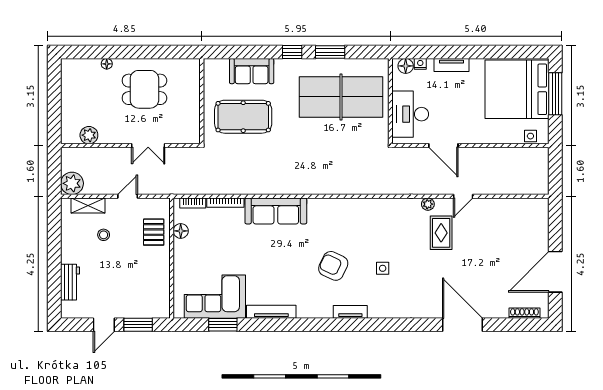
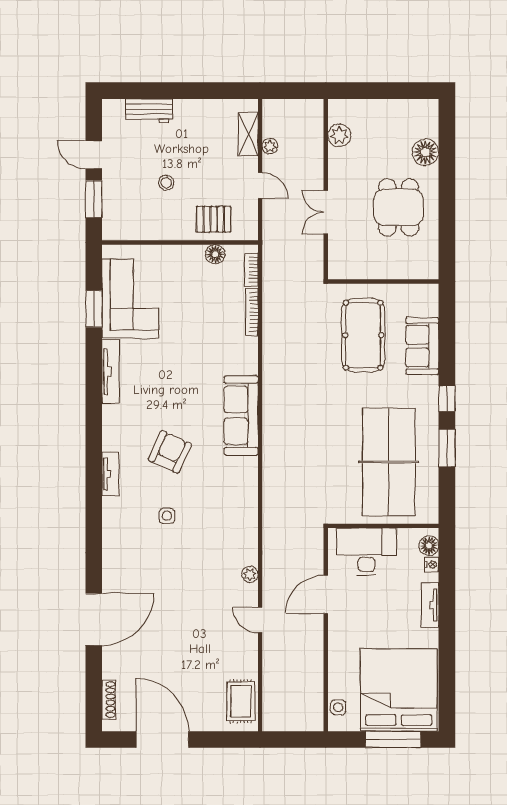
floor lamp: (107, 64) -> (425, 152), width x1.89, depth x1.89
plant: (72, 183) -> (270, 146), moved, width x0.53, depth x0.53
sofa: (276, 211) -> (241, 415), moved
rug: (441, 233) -> (241, 701), moved, turned 90
stool: (104, 235) -> (166, 183), moved

